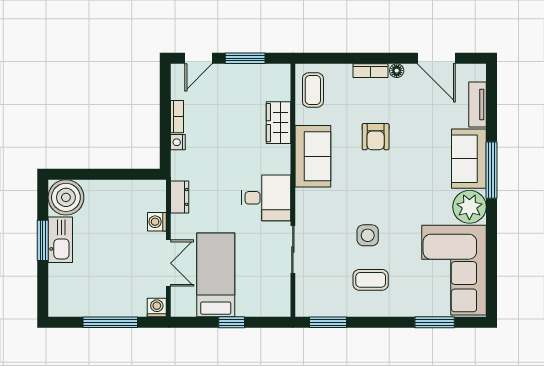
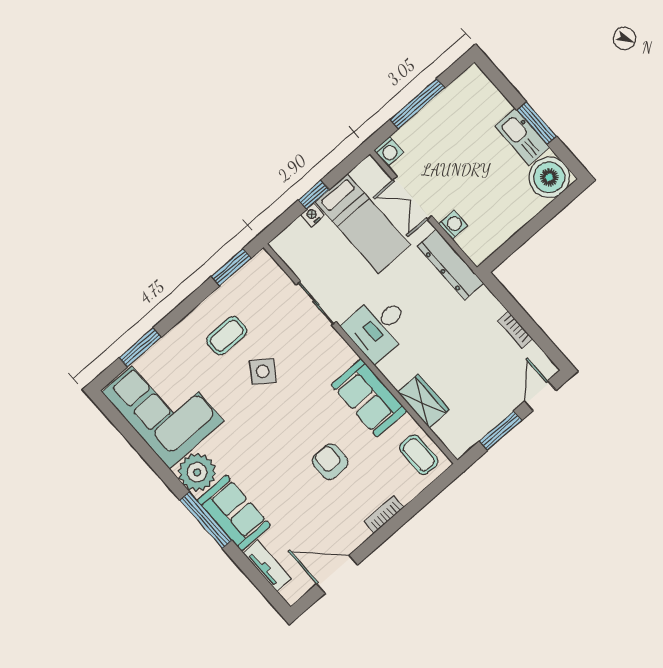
floor lamp: (397, 71) -> (362, 534), removed
nightstand: (178, 142) -> (313, 215), moved, turned -90
dresser: (180, 197) -> (450, 265), width x1.96, depth x1.24
side table: (368, 235) -> (263, 371), turned 36

